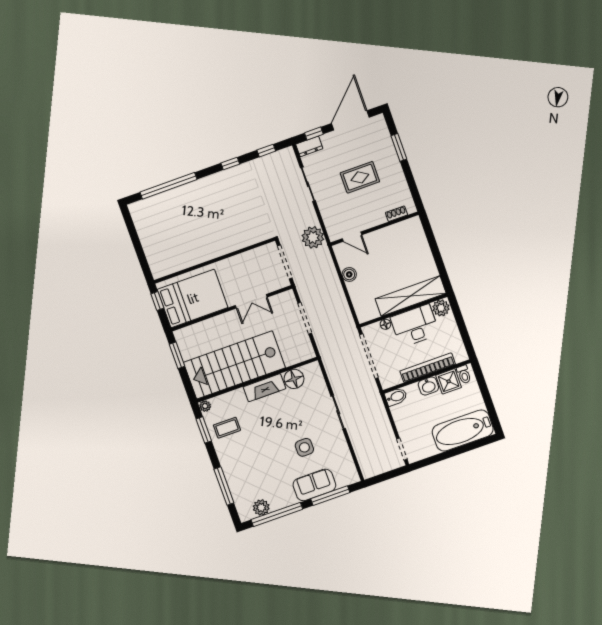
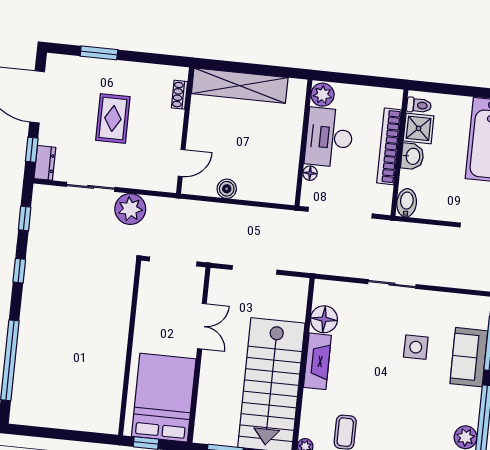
plant: (313, 237) -> (130, 209), moved
shelving: (411, 296) -> (240, 86), moved, turned 90

